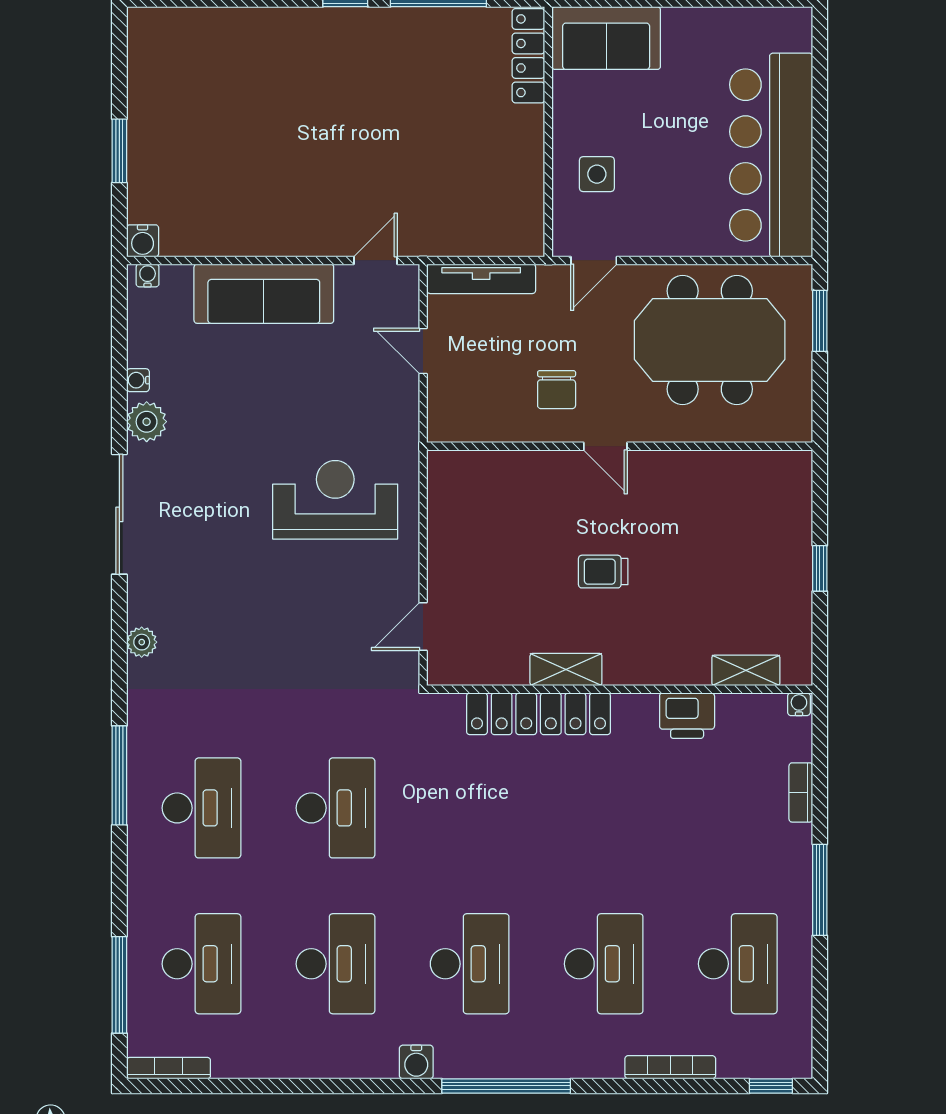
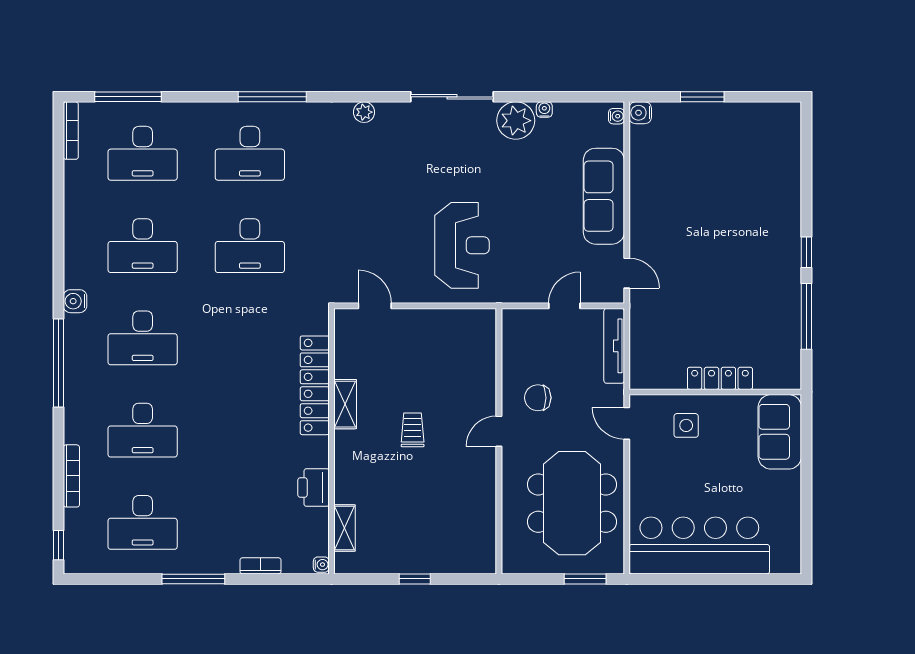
locker: (528, 56) -> (720, 378), moved
plant: (147, 422) -> (516, 121), width x1.36, depth x1.36

